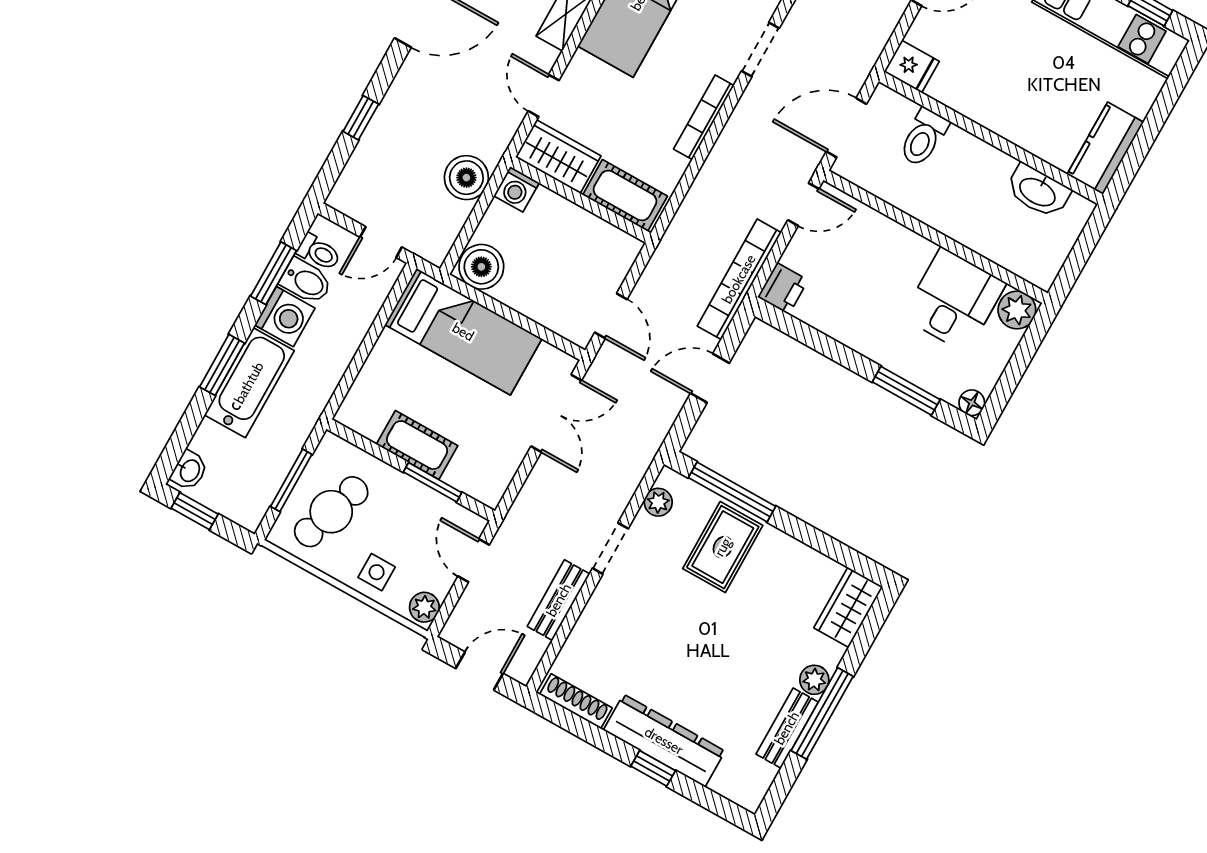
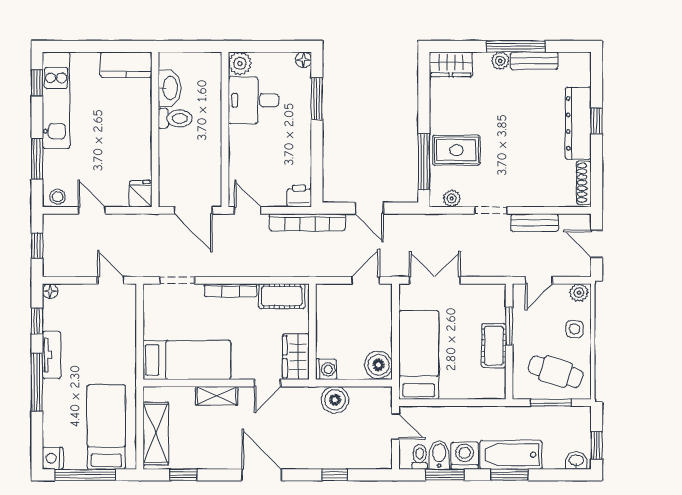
toilet: (924, 137) -> (175, 118), moved
cot: (625, 195) -> (282, 296), moved, turned 90

